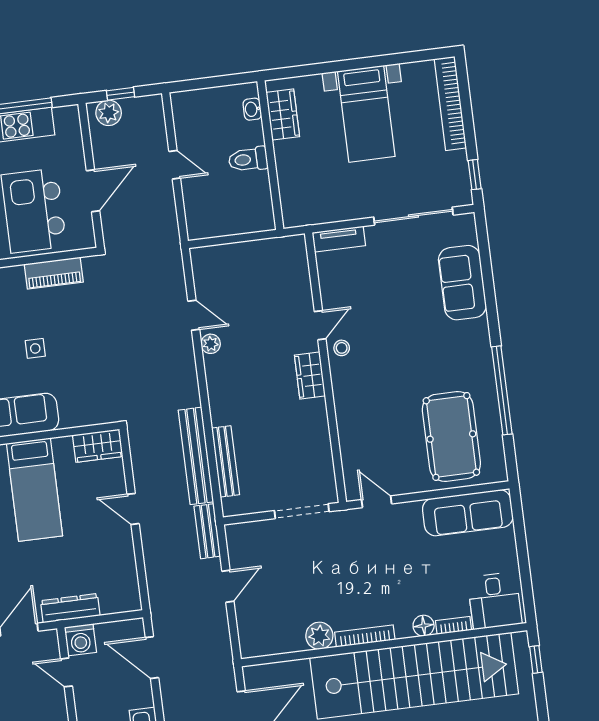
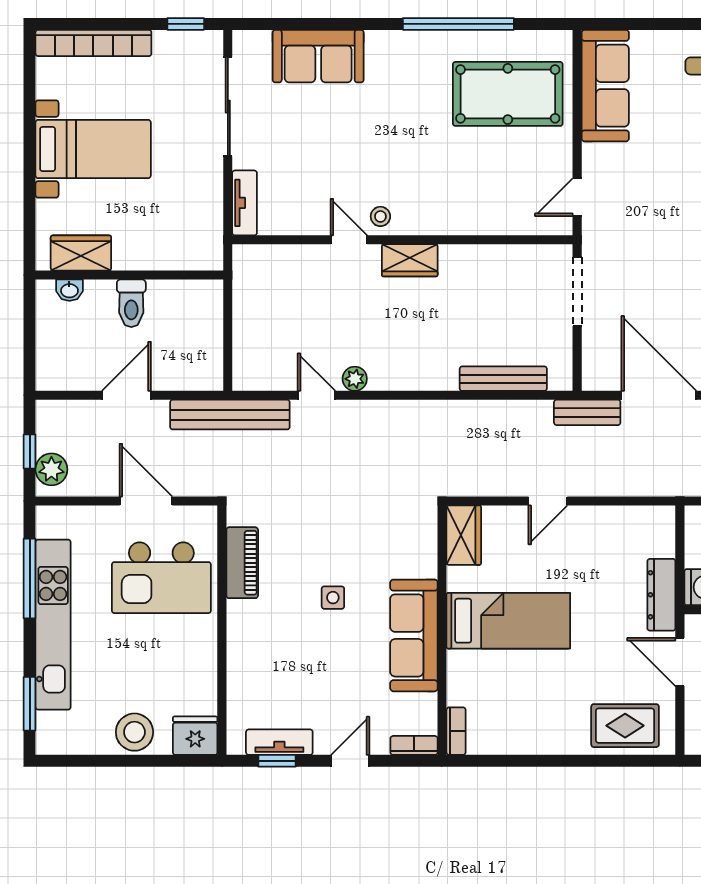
door: (175, 165) -> (126, 395), width x1.38
door: (194, 315) -> (316, 395), hinge flipped
bench: (196, 456) -> (230, 415), moved
door: (228, 586) -> (659, 395), width x1.87

